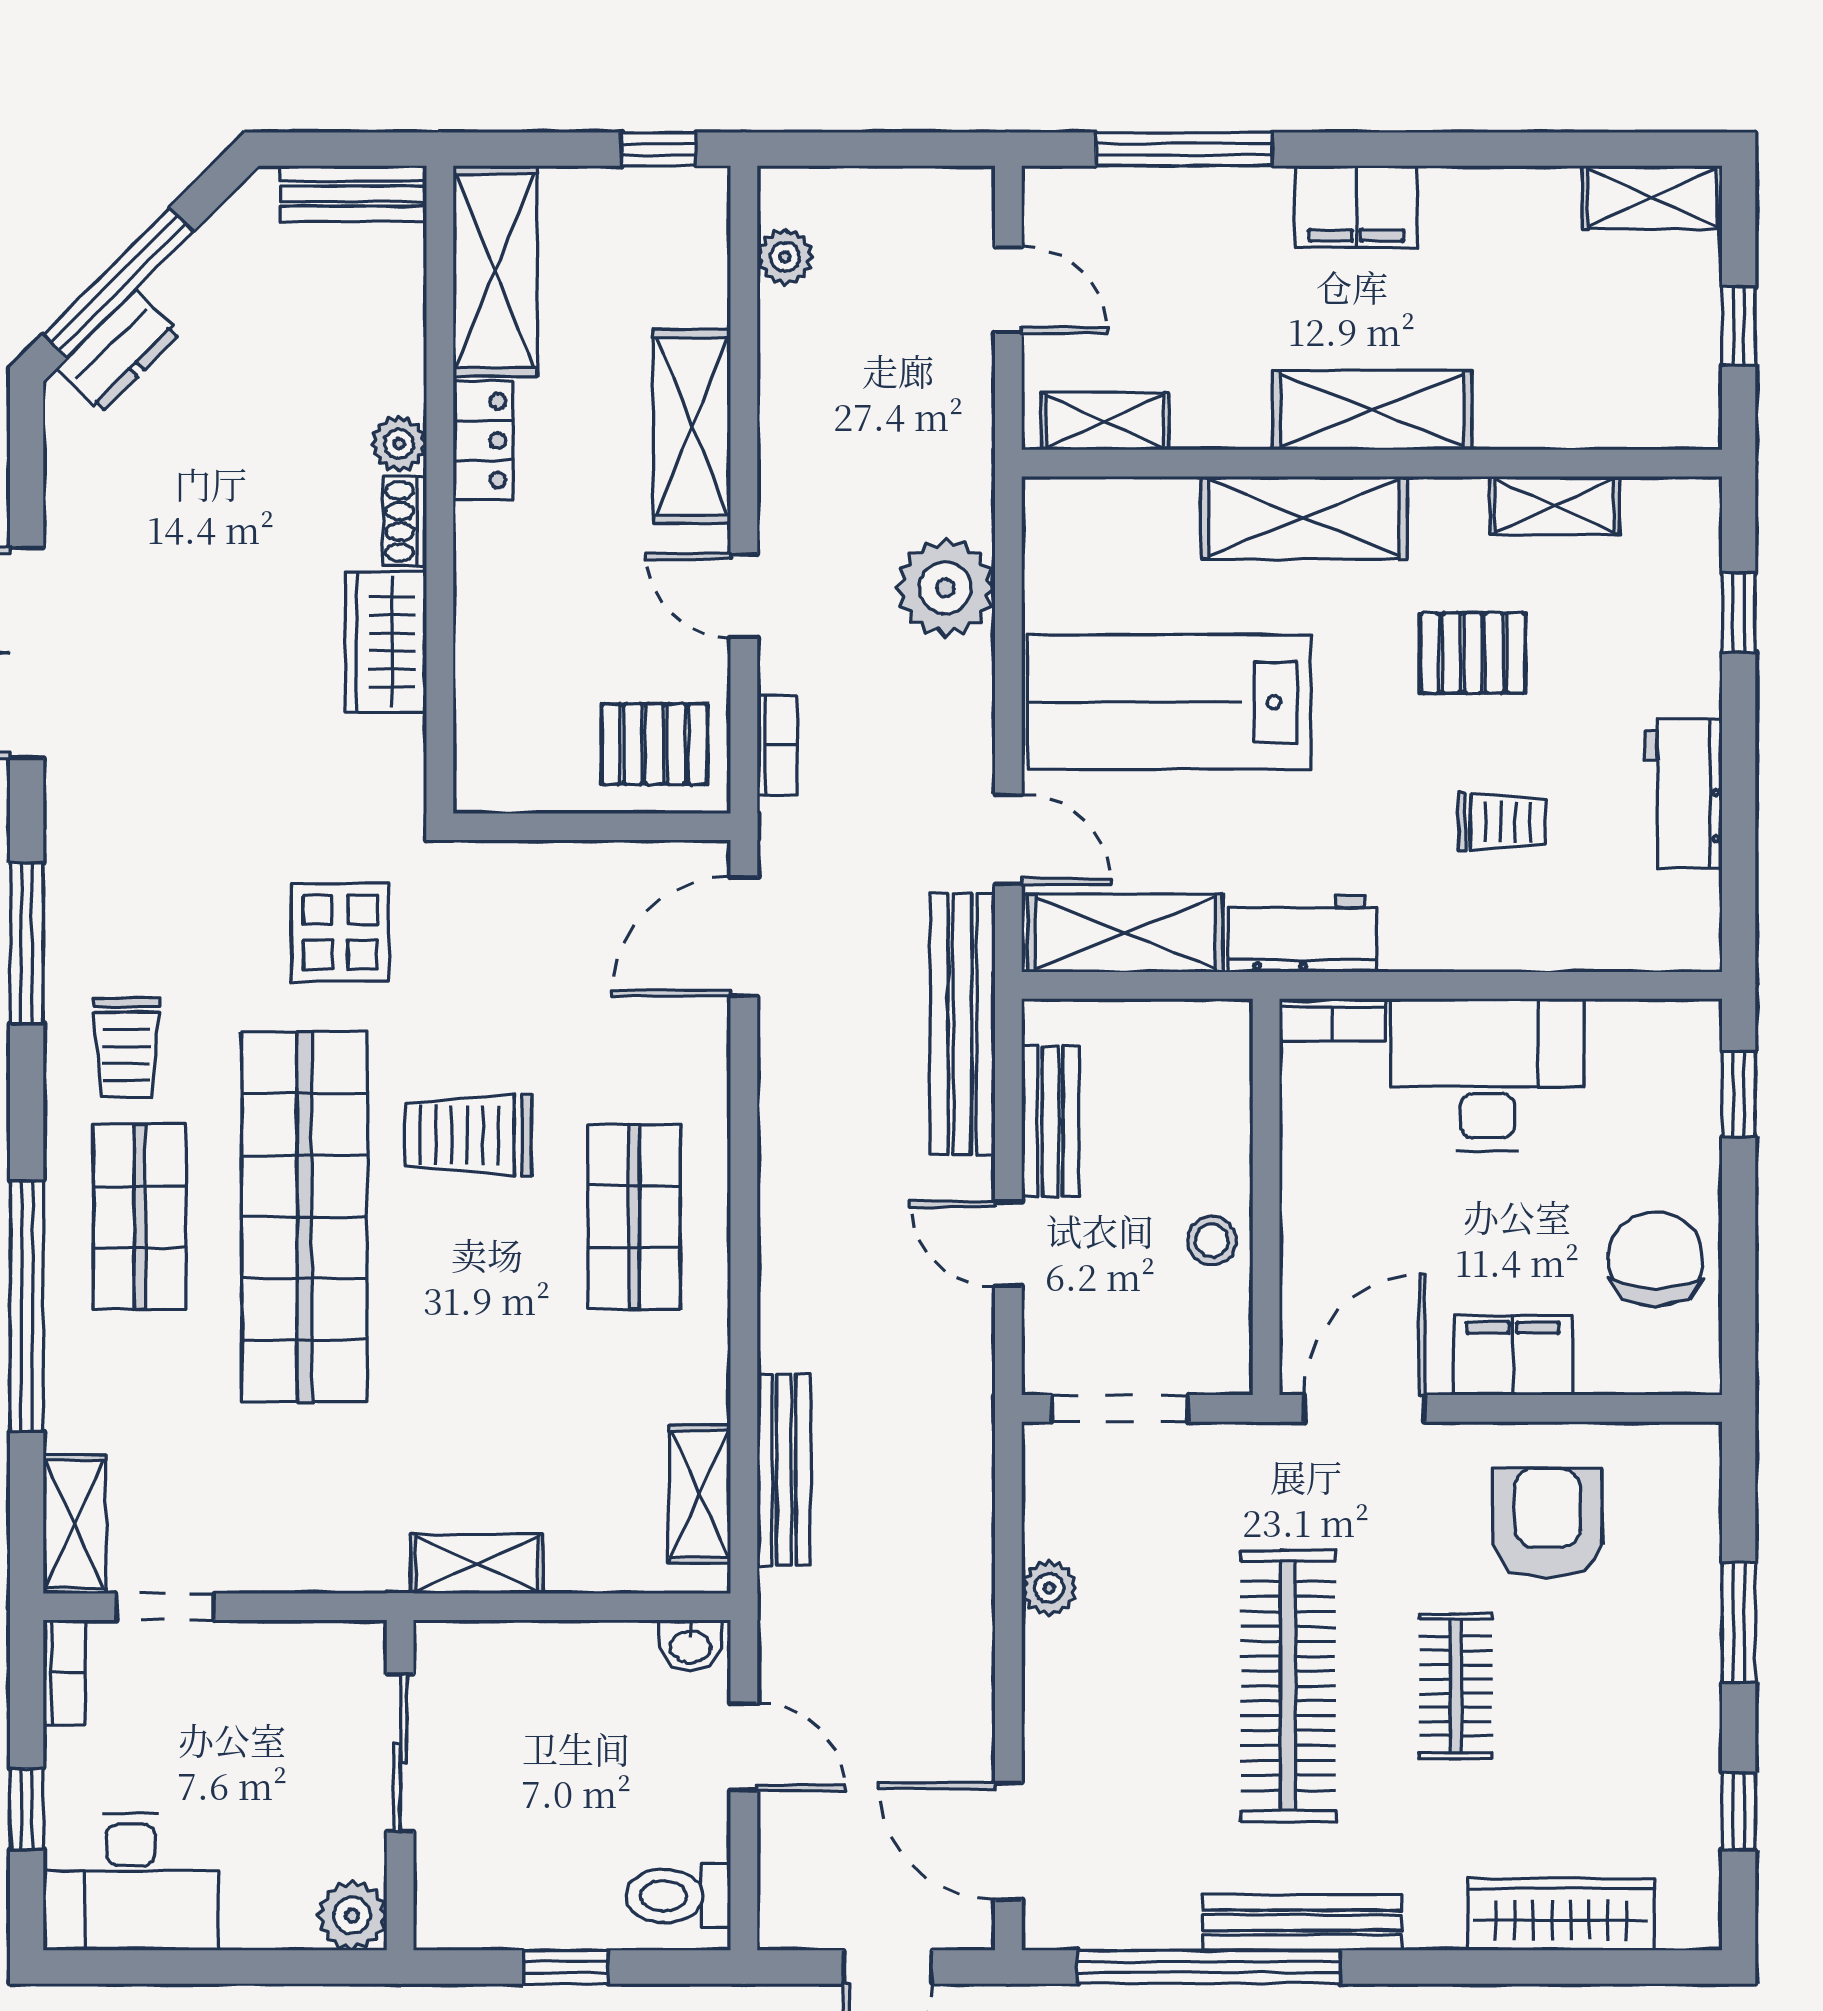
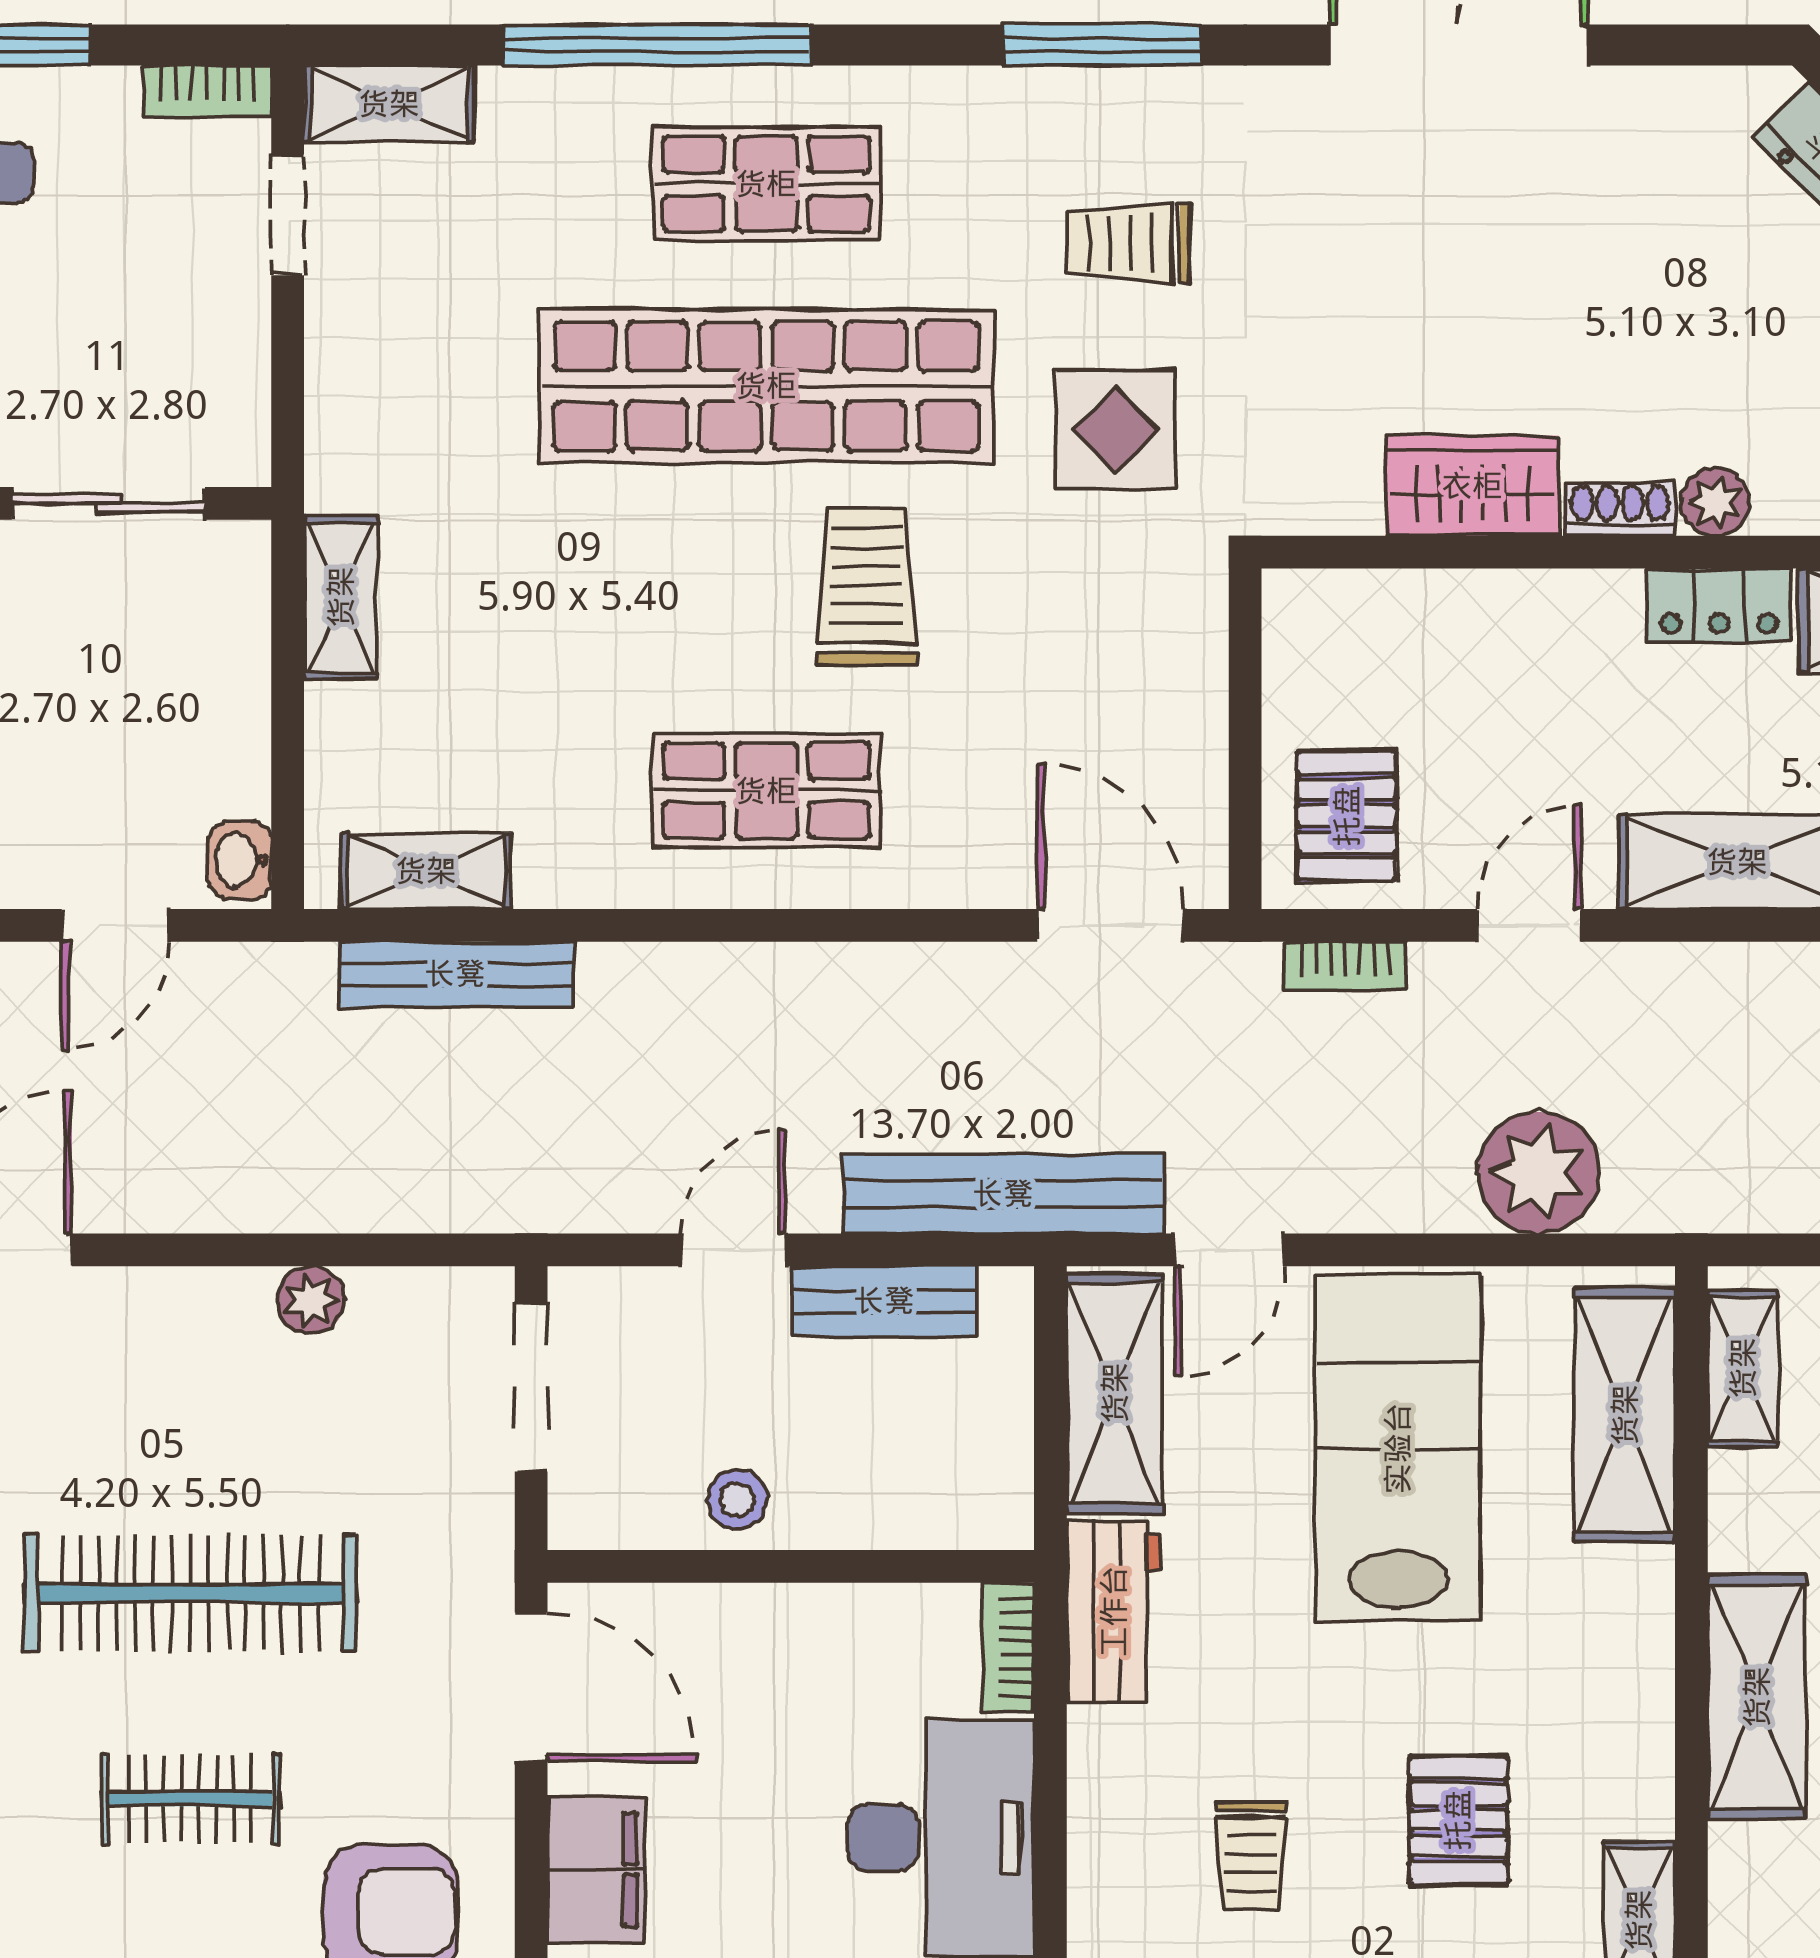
shelving: (1304, 518) -> (1625, 1415), moved
trolley: (127, 1048) -> (1129, 243), moved

